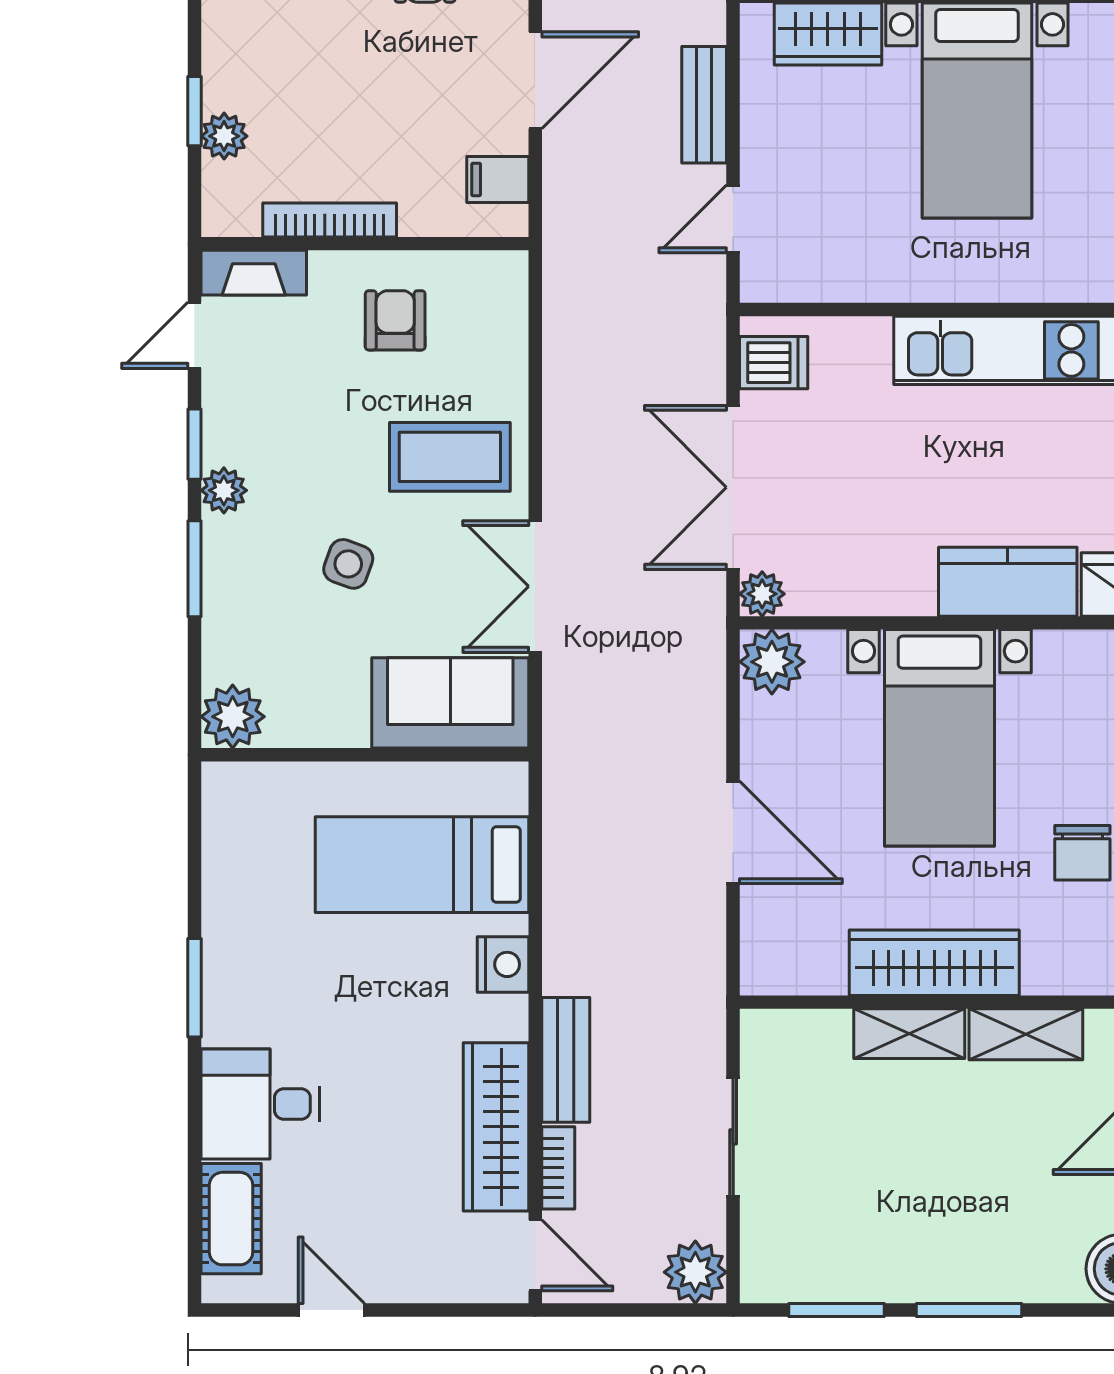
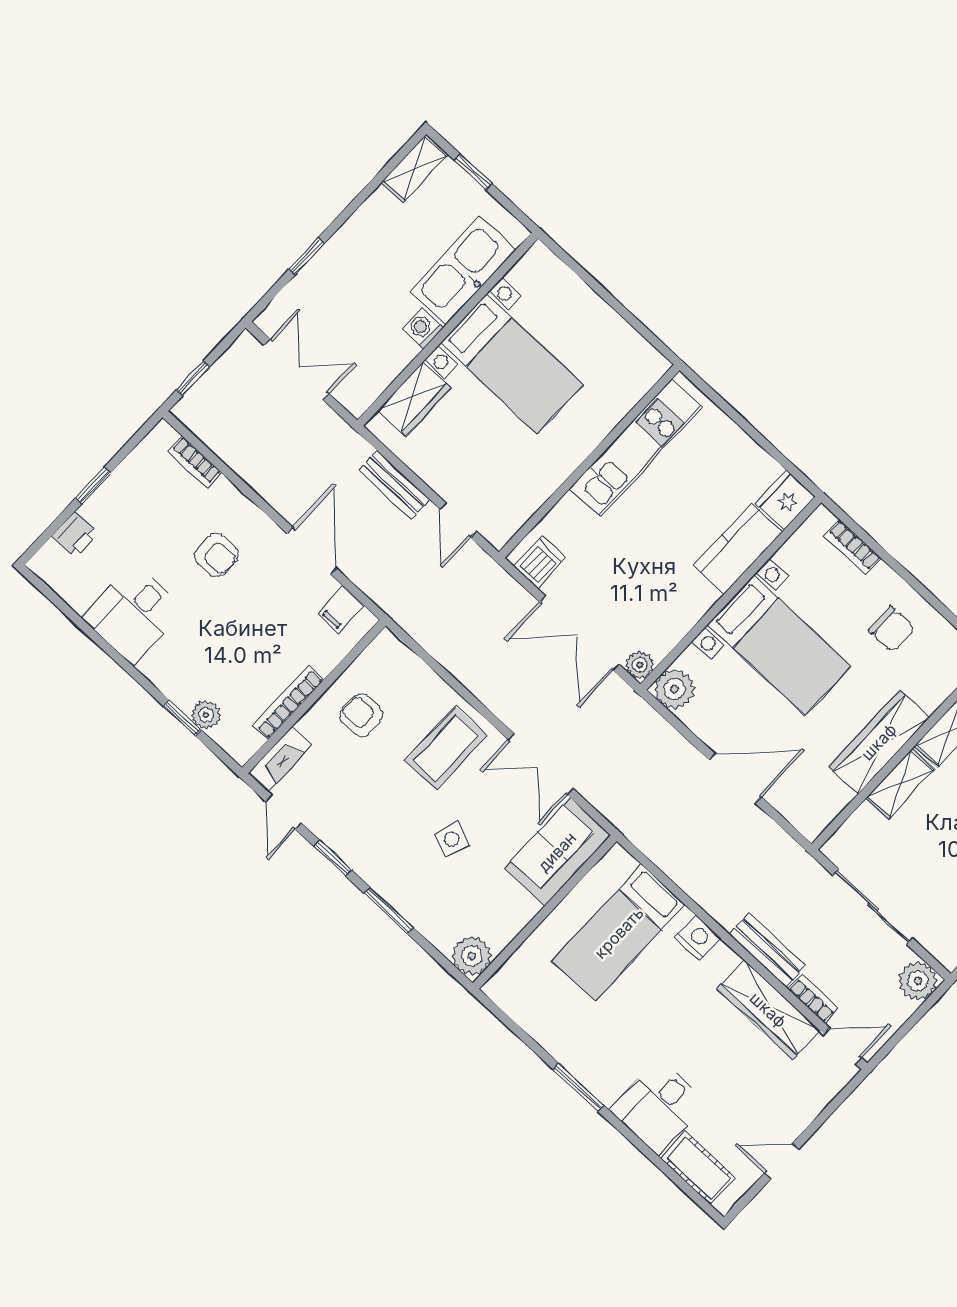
plant: (224, 490) -> (366, 864), removed
sliding door: (733, 1137) -> (873, 907), width x1.37

